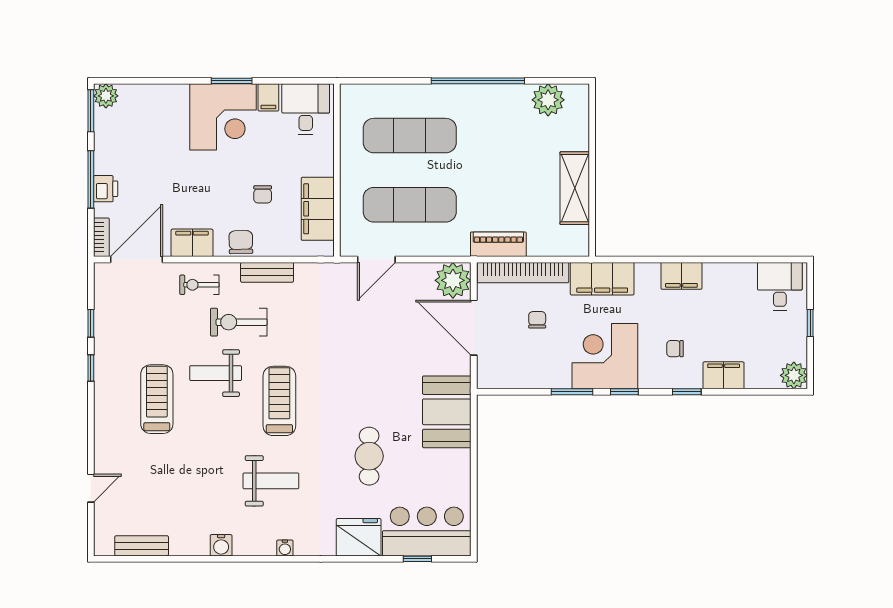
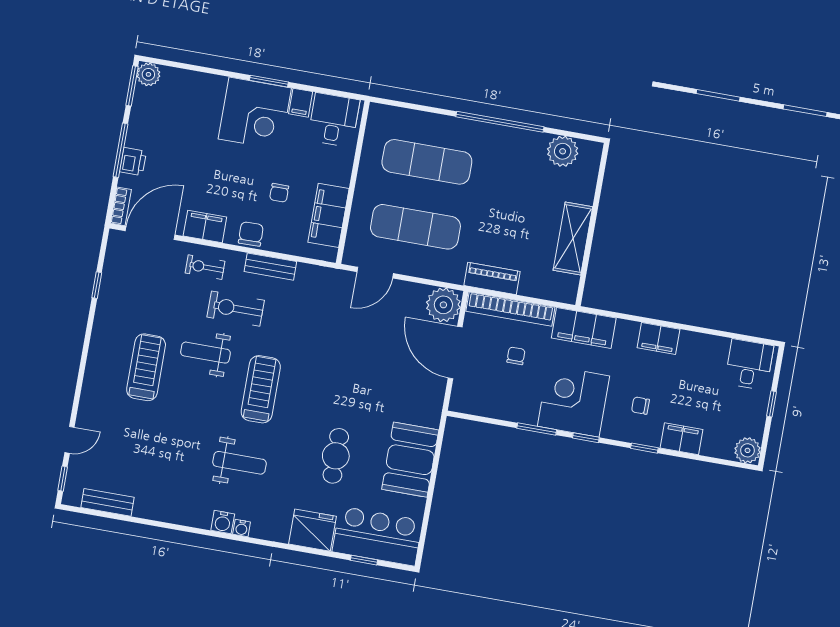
window: (91, 368) -> (63, 479), moved
booth: (447, 412) -> (410, 460), moved
water cooler: (221, 545) -> (223, 522), moved

